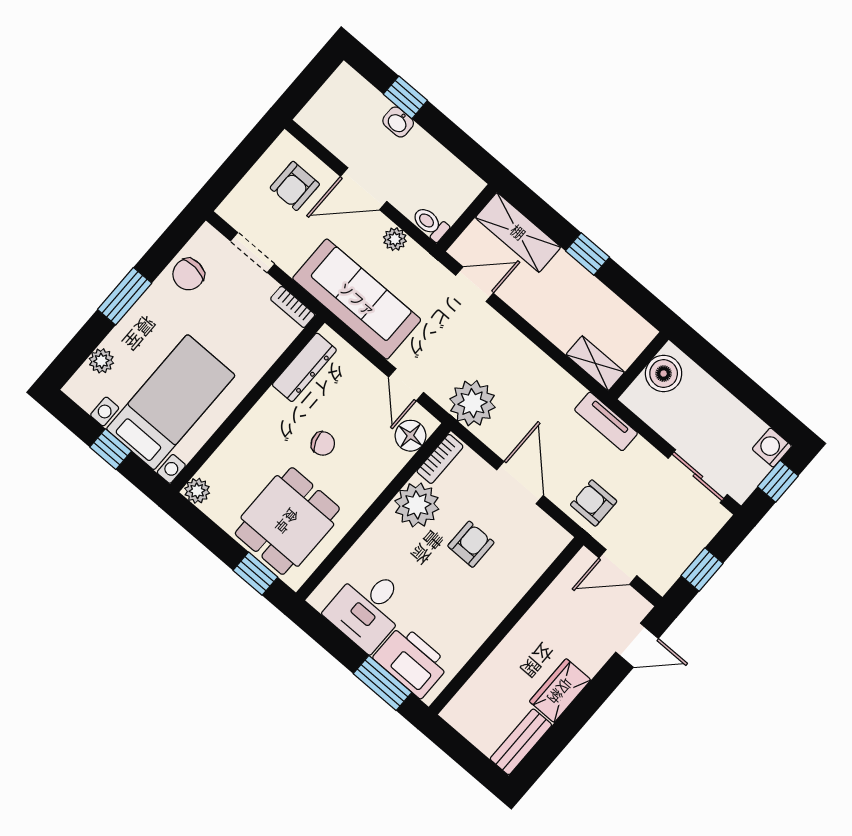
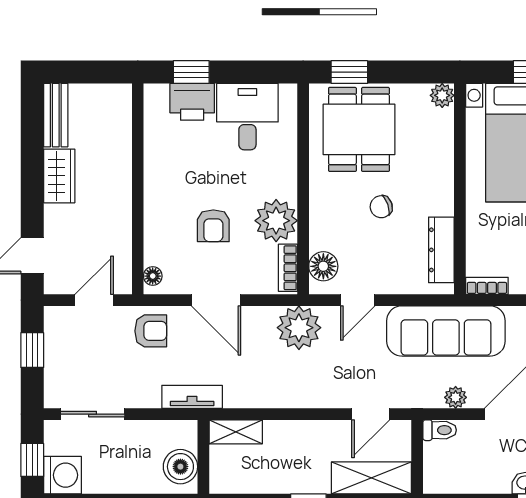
door: (406, 385) -> (358, 300), swing flipped
washing machine: (772, 448) -> (62, 475), width x1.38, depth x1.38
floor lamp: (554, 546) -> (153, 276), added
printer: (411, 661) -> (192, 102), width x0.73, depth x0.84
window: (382, 683) -> (191, 72), width x0.67

